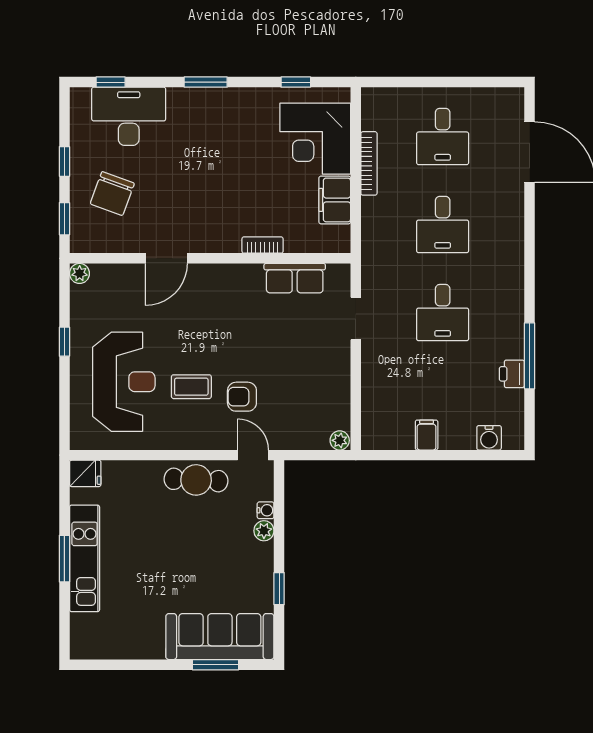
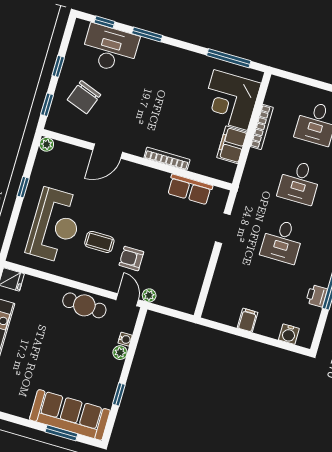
window: (206, 82) -> (147, 34), moved
window: (296, 82) -> (229, 58), width x2.17
bookcase: (263, 245) -> (167, 159), width x1.56
plant: (340, 440) -> (149, 295), moved

